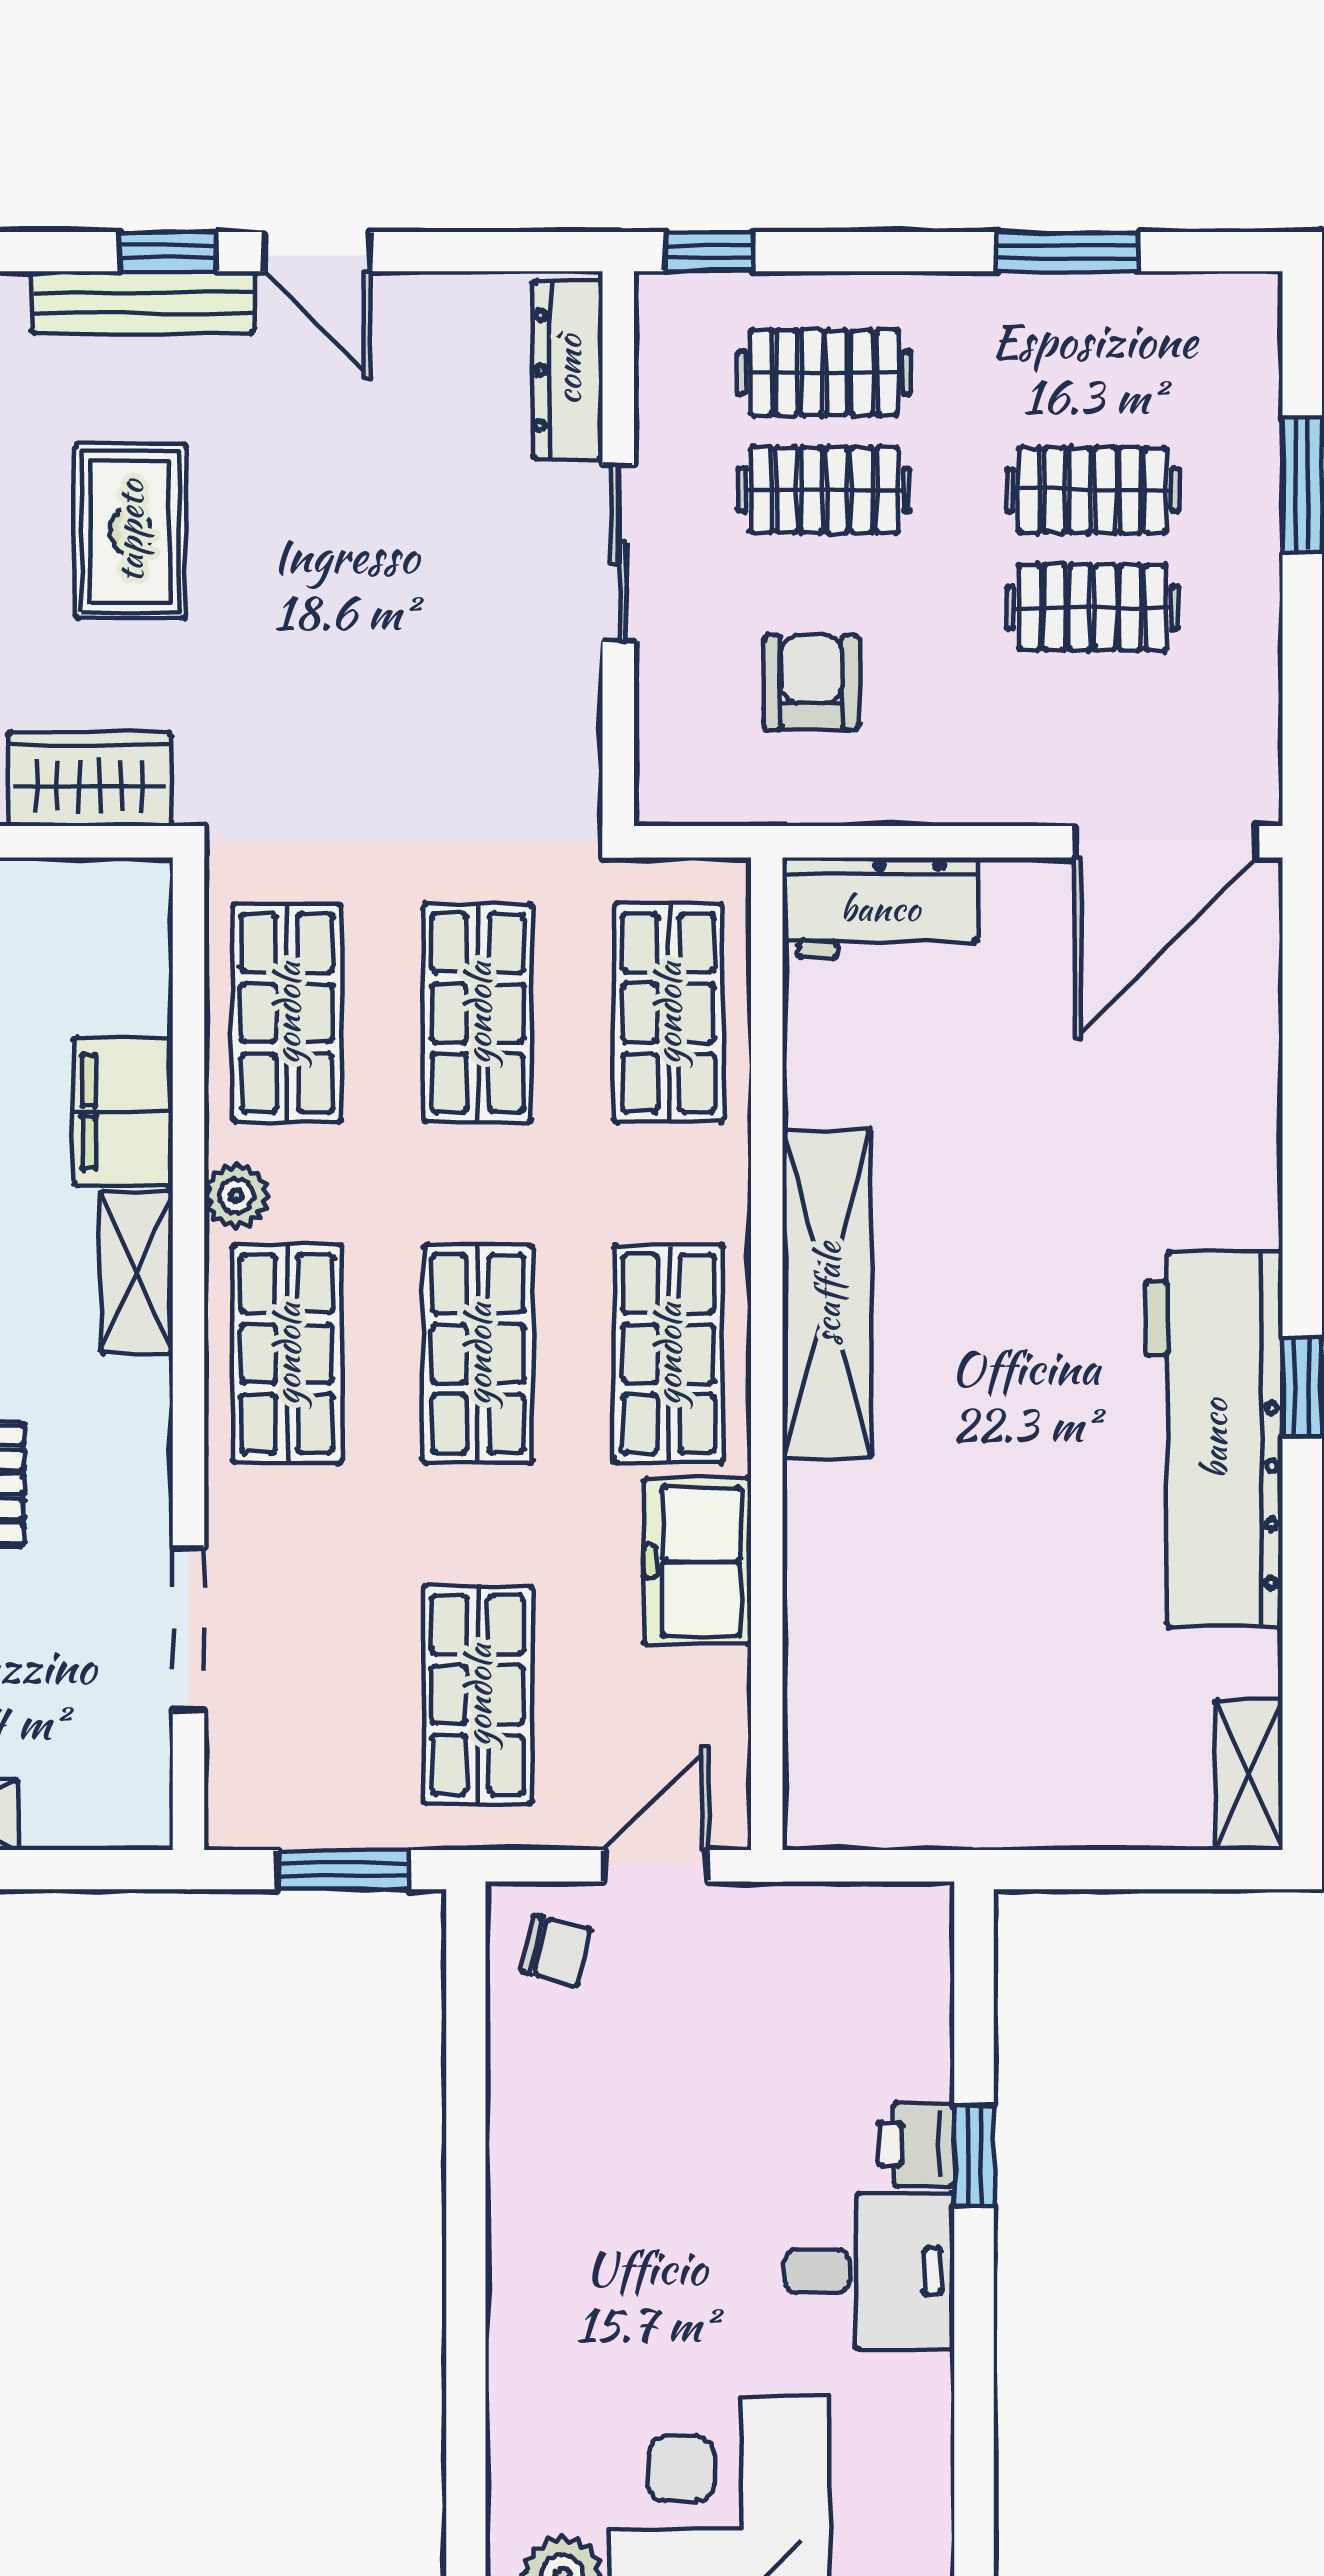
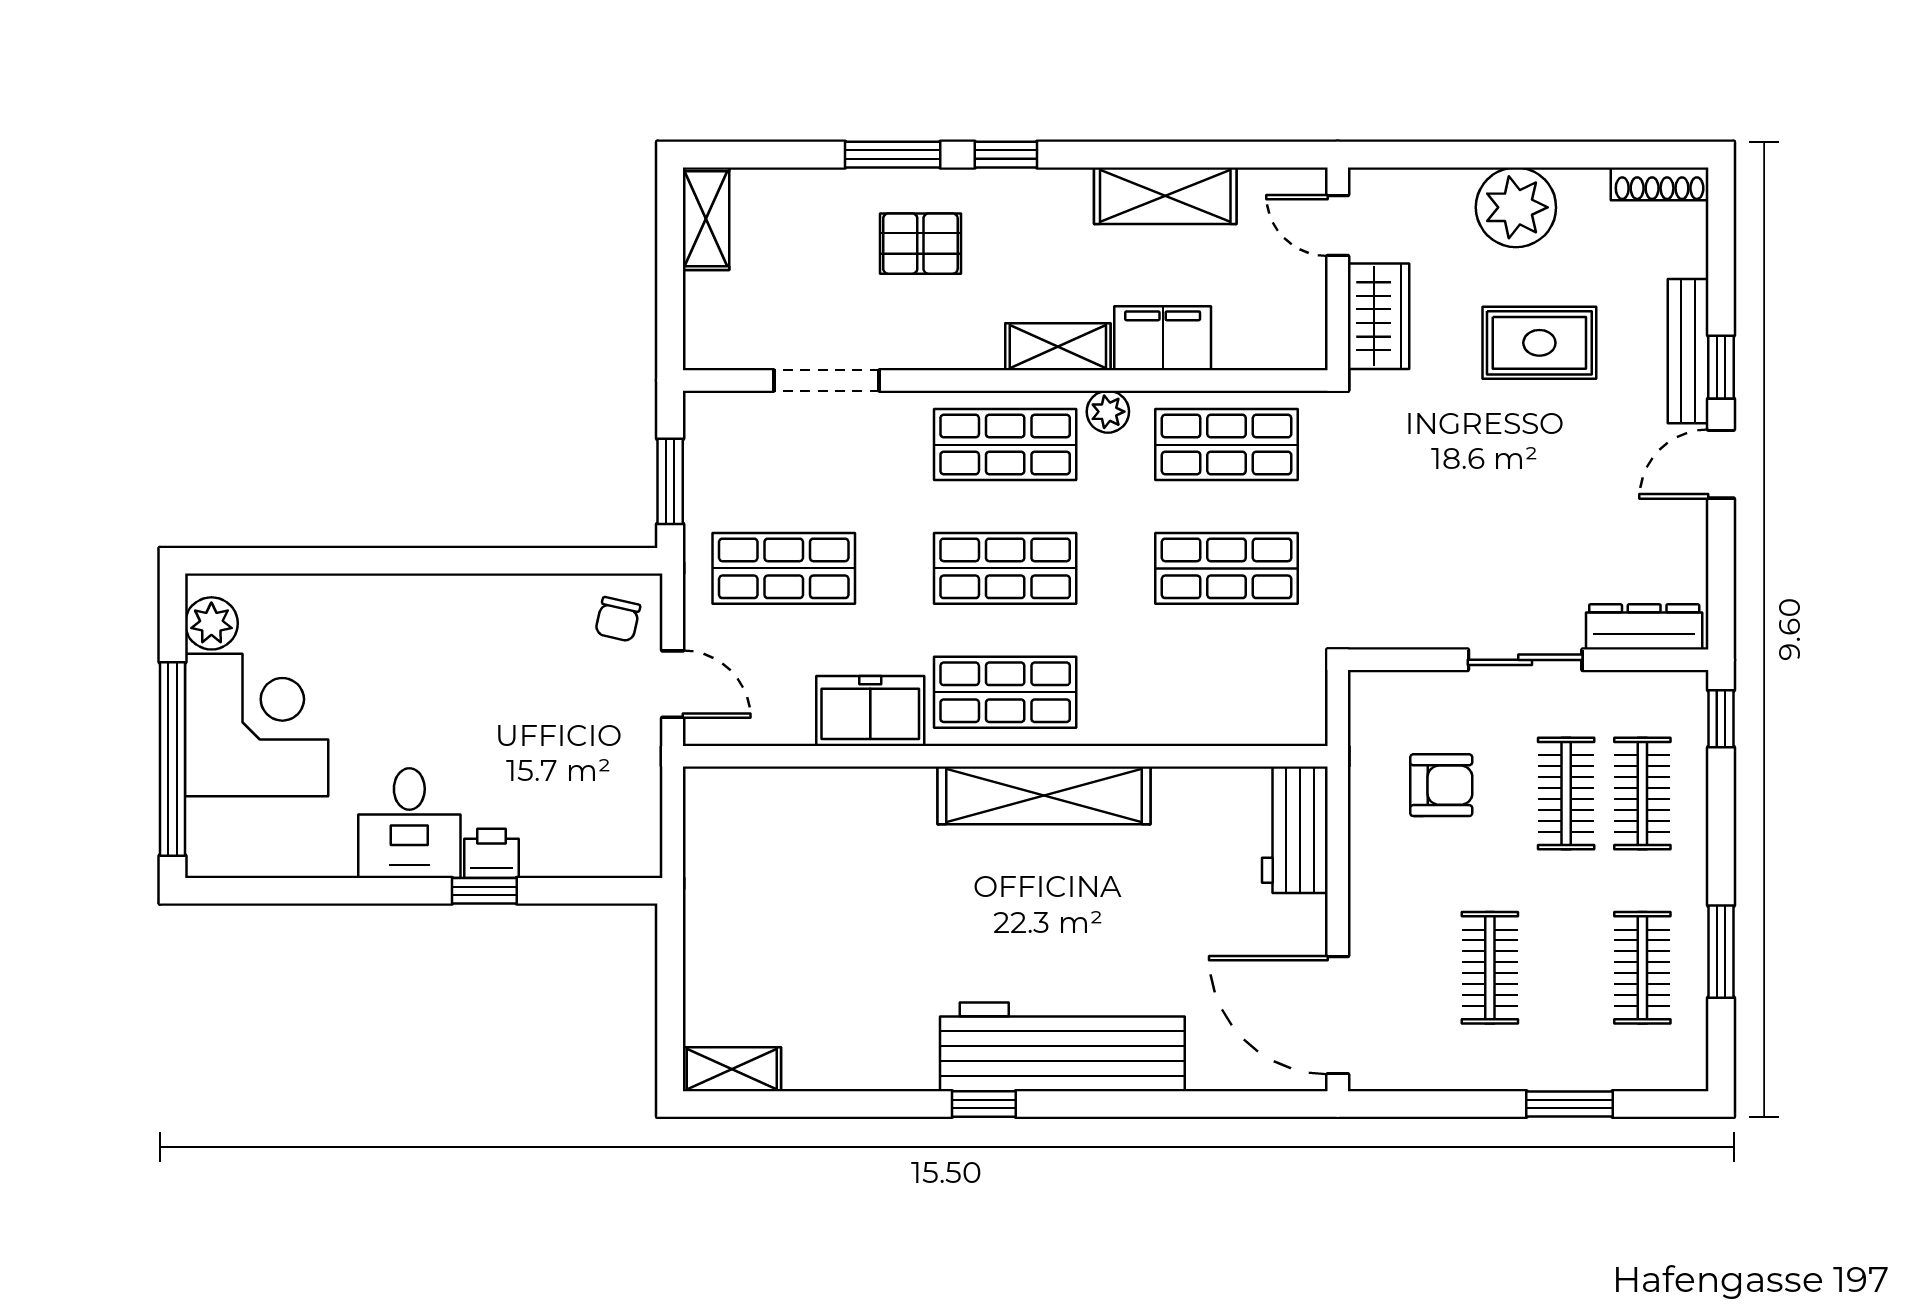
clothes rail: (1093, 490) -> (1642, 968), moved
shop shelf: (668, 1013) -> (1227, 692), removed
workbench: (1214, 1439) -> (1062, 1047), moved

